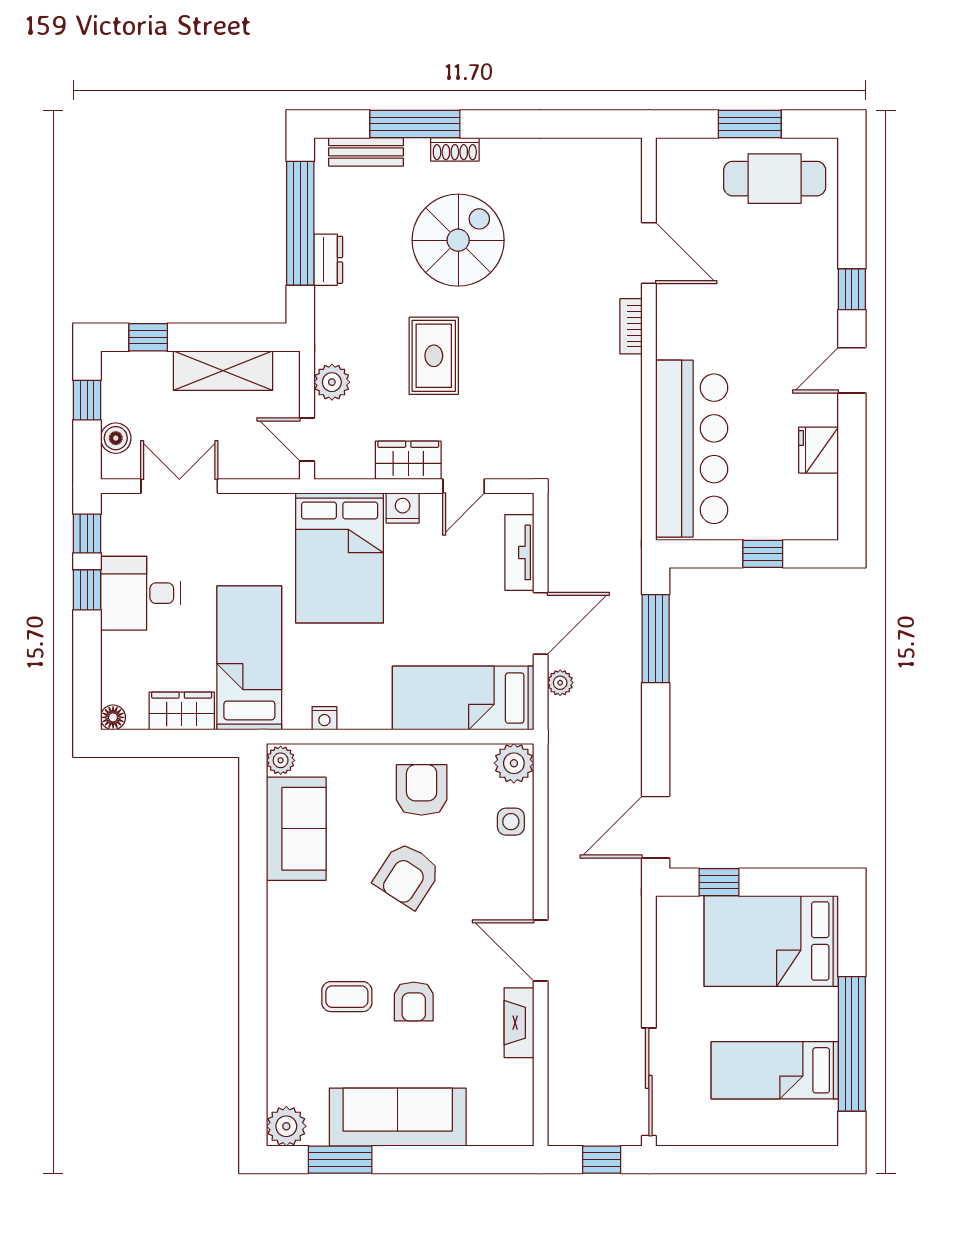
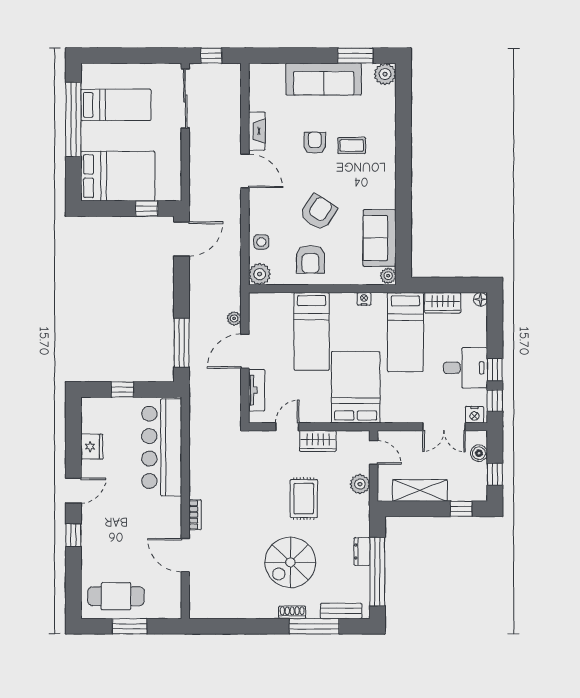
nightstand: (403, 508) -> (474, 415), moved
bed: (463, 698) -> (312, 331), moved, turned 90

